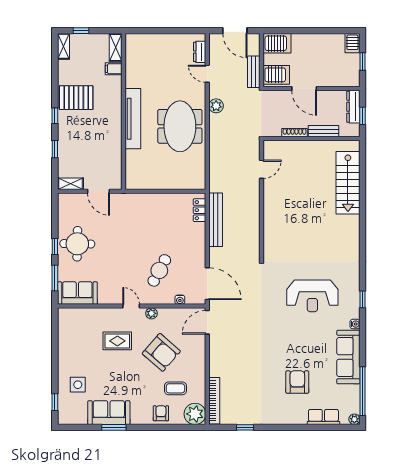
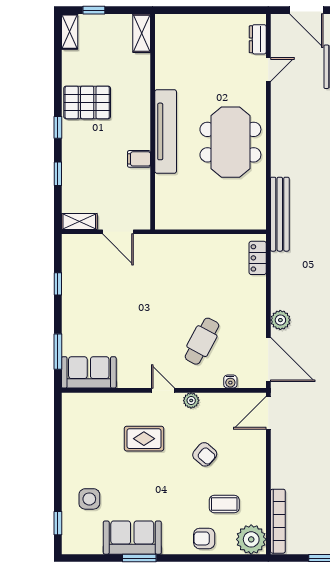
filing cabinet: (114, 69) -> (139, 159), moved
door: (207, 74) -> (268, 70), swing flipped
plant: (216, 106) -> (280, 320), moved
bench: (216, 220) -> (280, 214), moved
round table: (77, 244) -> (89, 304), removed
window: (55, 247) -> (58, 284), moved
armchair: (161, 352) -> (205, 454), width x0.53, depth x0.53
armchair: (161, 413) -> (204, 538), turned -90

